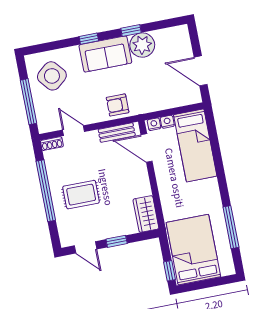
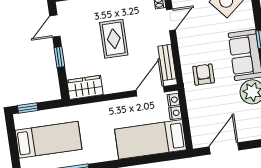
armchair: (118, 105) -> (204, 75), moved
rug: (81, 195) -> (114, 39), moved
bed: (193, 250) -> (49, 140), width x0.67

